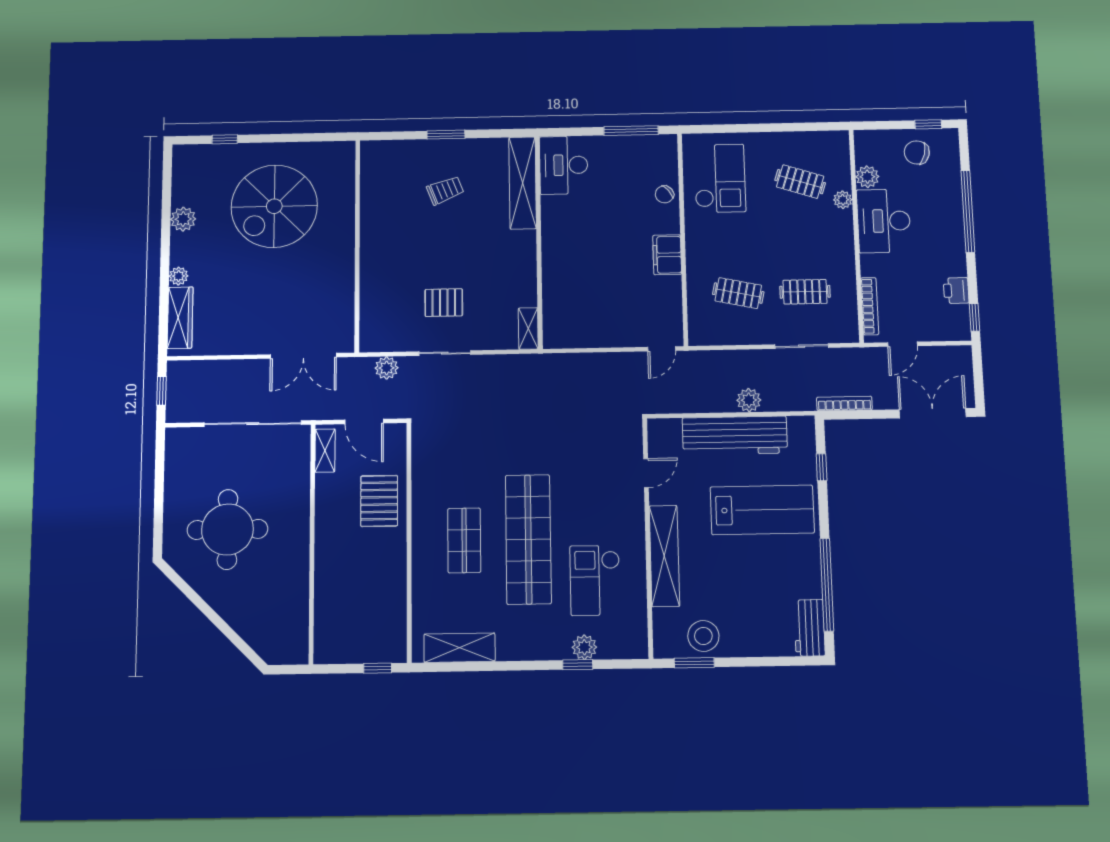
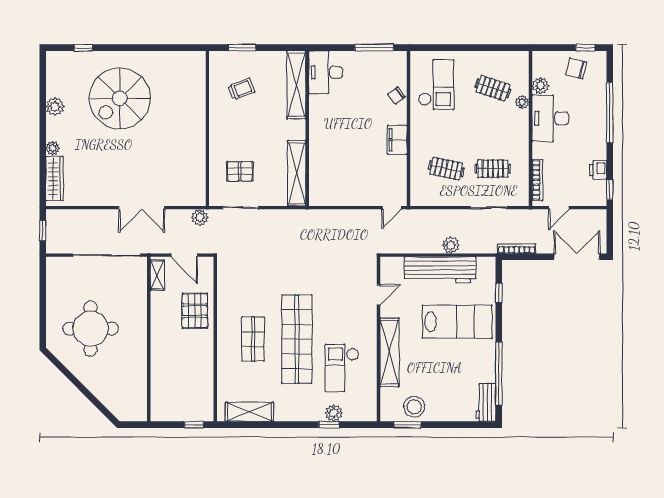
wall: (357, 245) -> (207, 128), moved
shelving: (528, 328) -> (297, 173), width x2.20, depth x1.33

